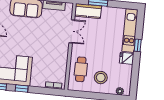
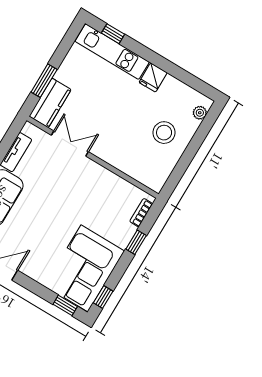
window: (138, 45) -> (113, 34), moved
cafe table: (81, 69) -> (136, 158), removed
window: (22, 89) -> (136, 242), moved

